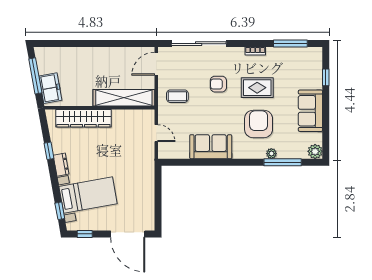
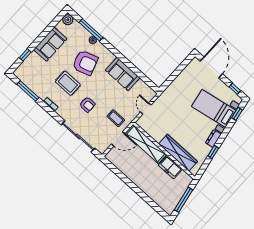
door: (156, 64) -> (118, 139), moved
freezer: (50, 88) -> (170, 167), moved, turned -80
armchair: (259, 124) -> (85, 63), turned -108

